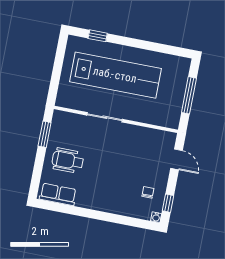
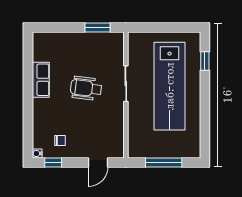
wheelchair: (68, 160) -> (86, 88), moved, turned -83
row of seats: (58, 194) -> (41, 80), moved

